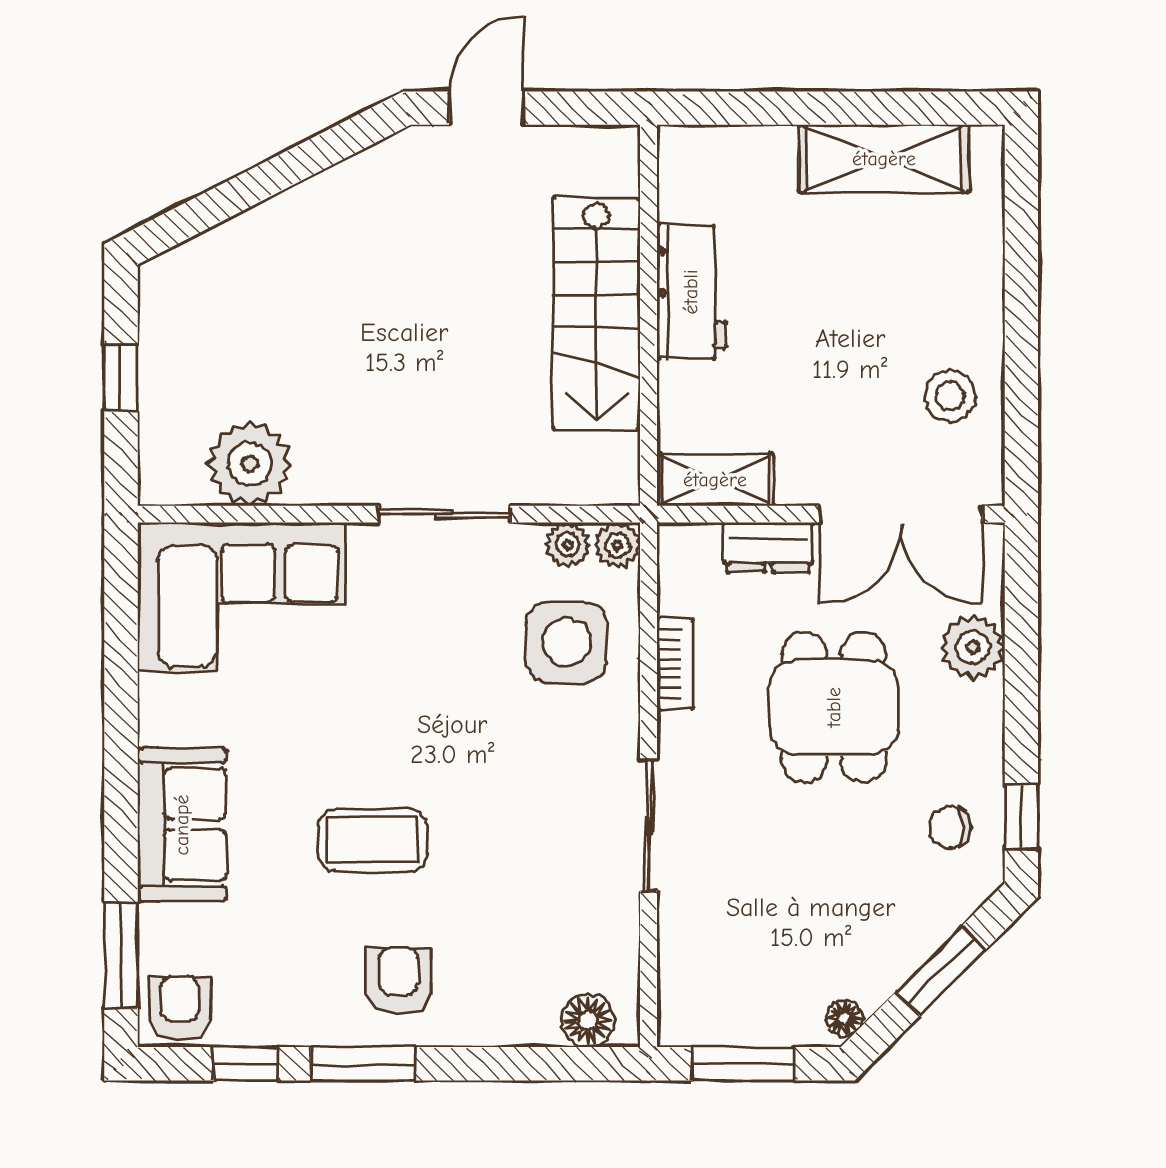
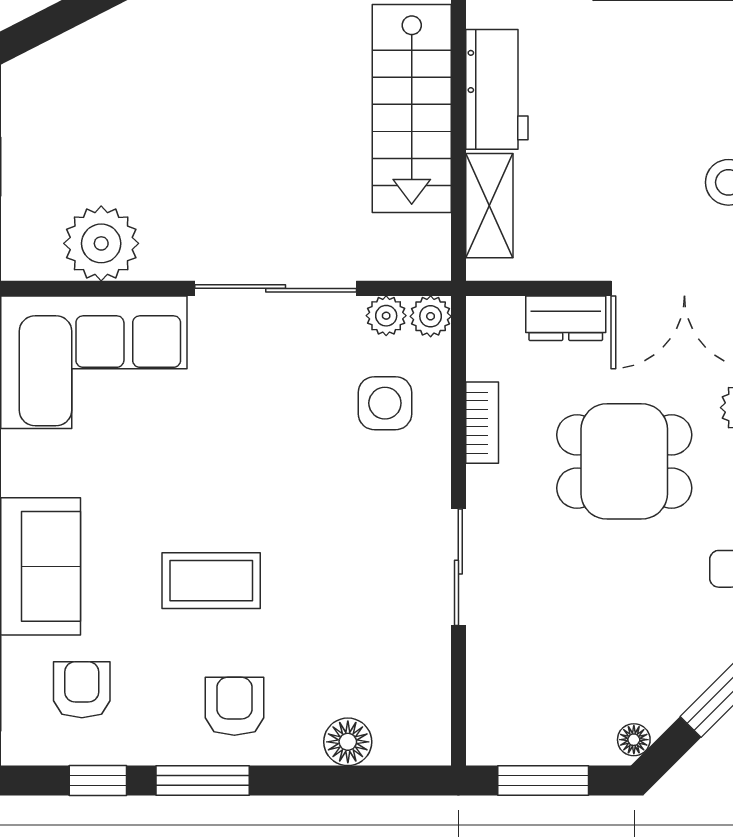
shelving: (715, 480) -> (489, 206), moved, turned 90
sliding door: (444, 514) -> (276, 288), width x1.37
side table: (566, 642) -> (385, 403), width x0.73, depth x0.73
dining table: (834, 707) -> (624, 461), turned 90
armchair: (179, 1008) -> (82, 690), moved
floor lamp: (588, 1020) -> (348, 742), moved

